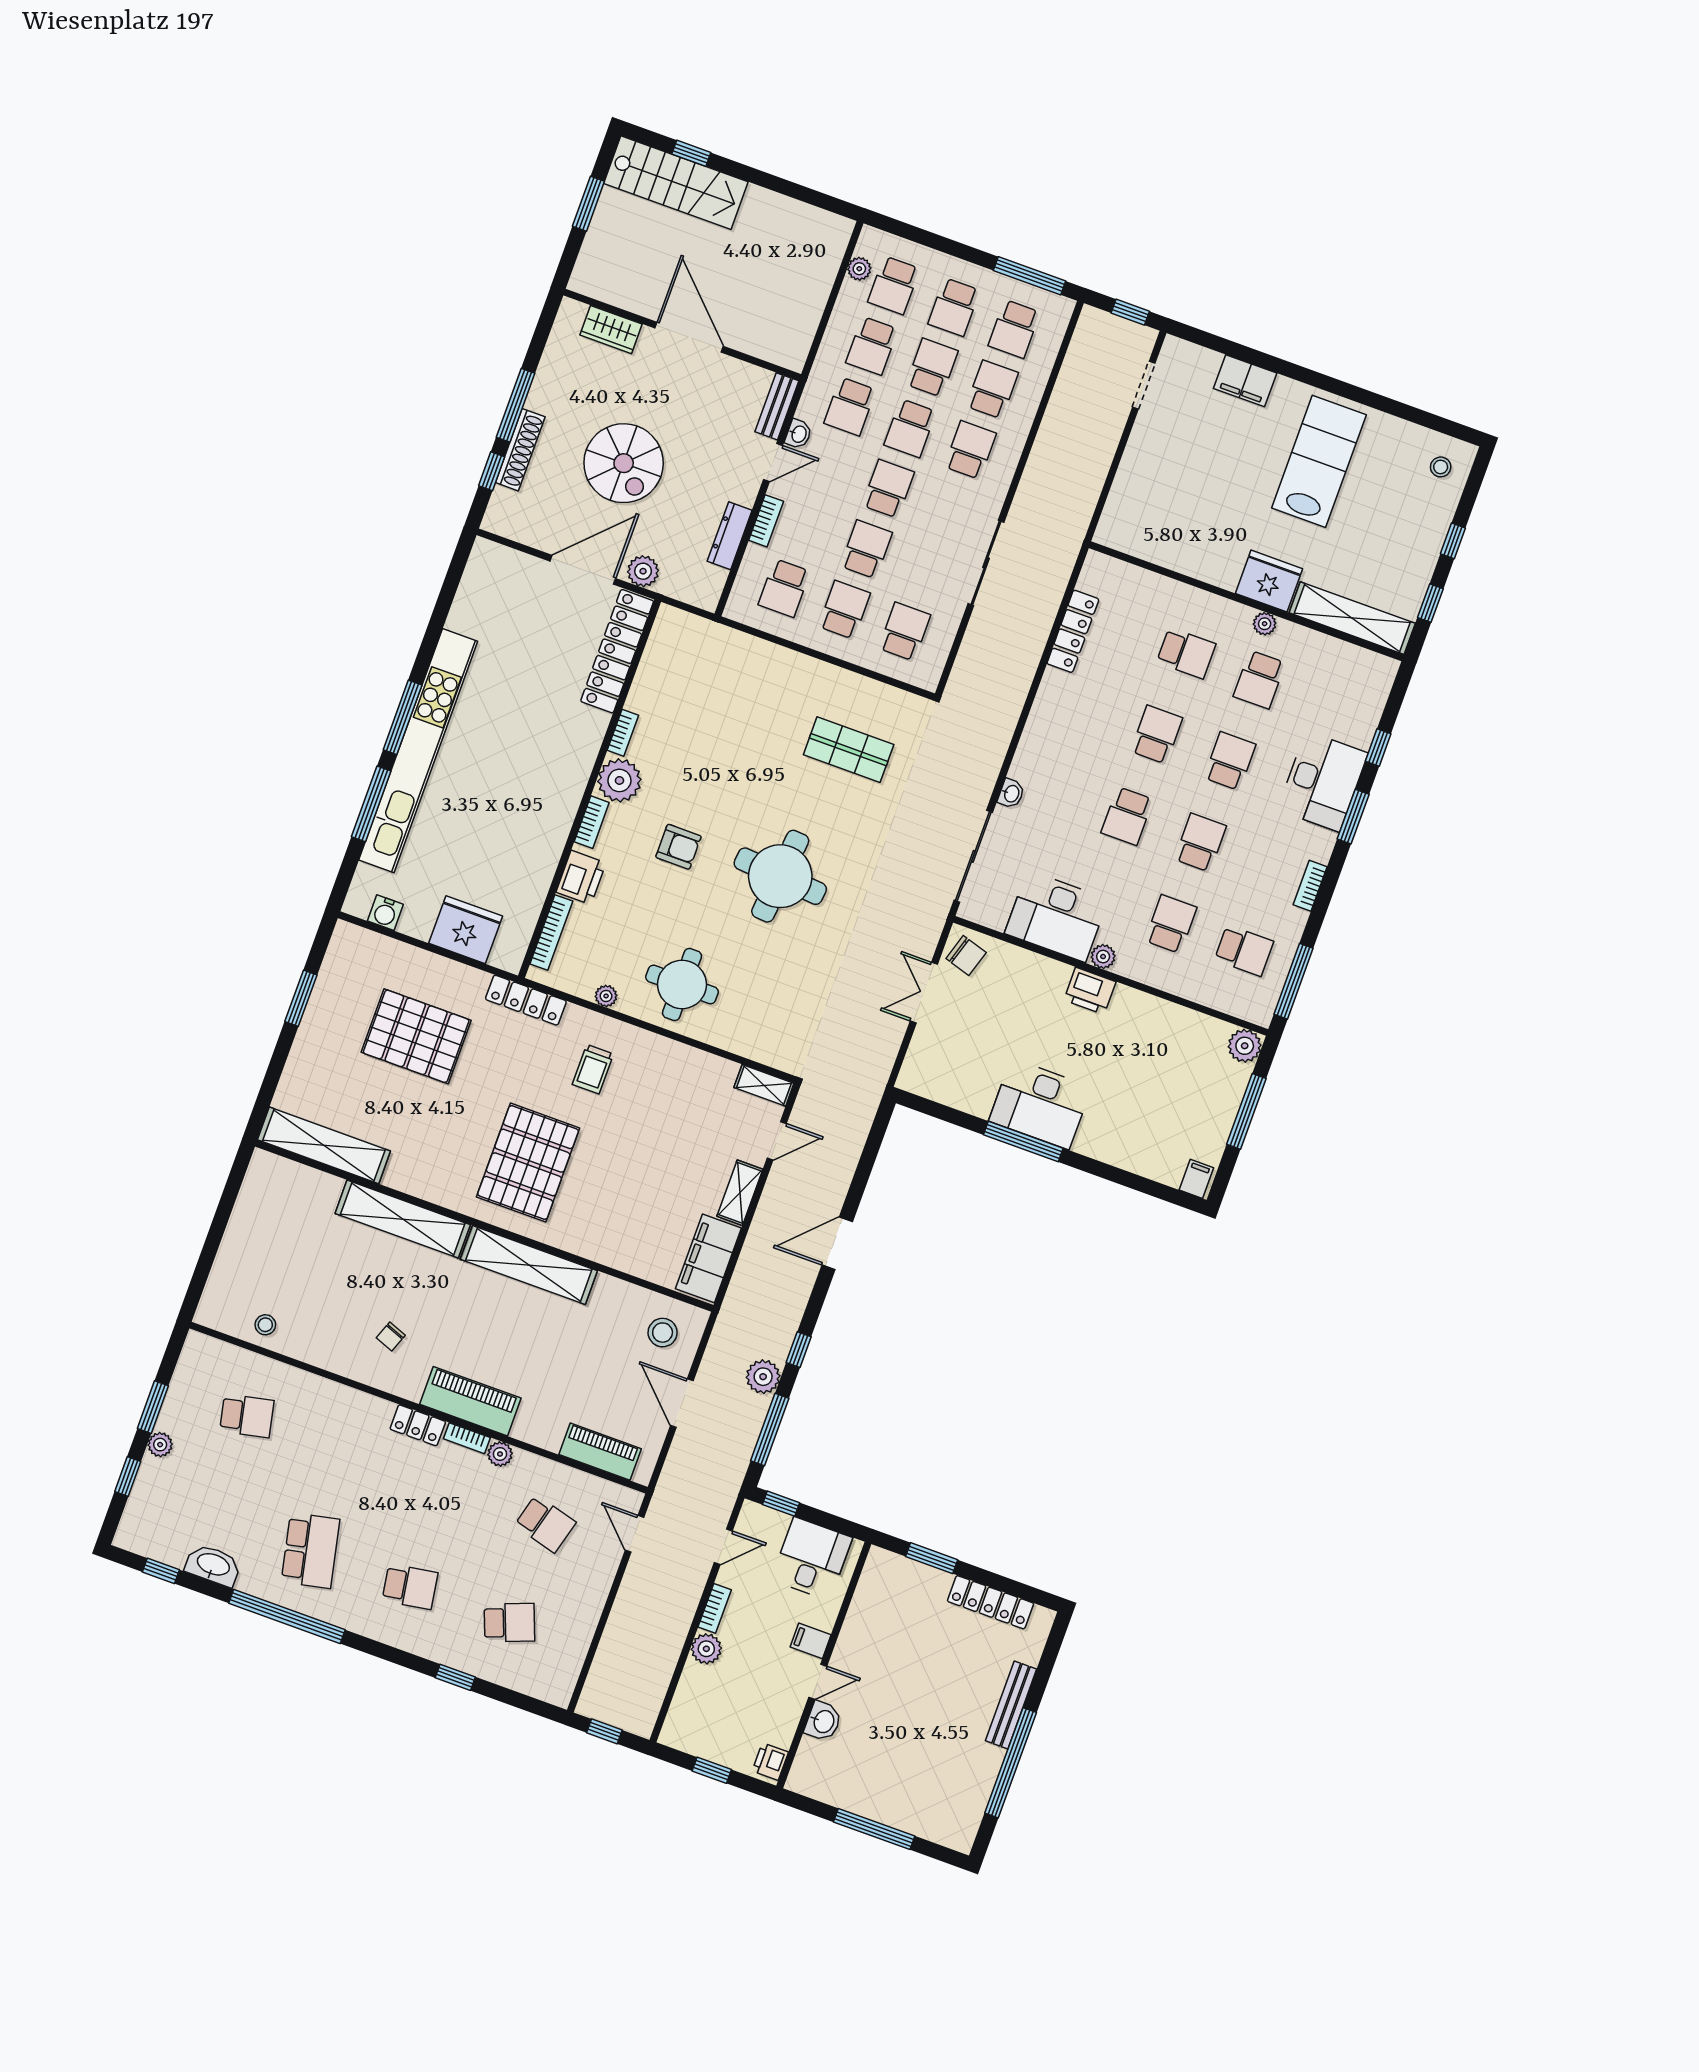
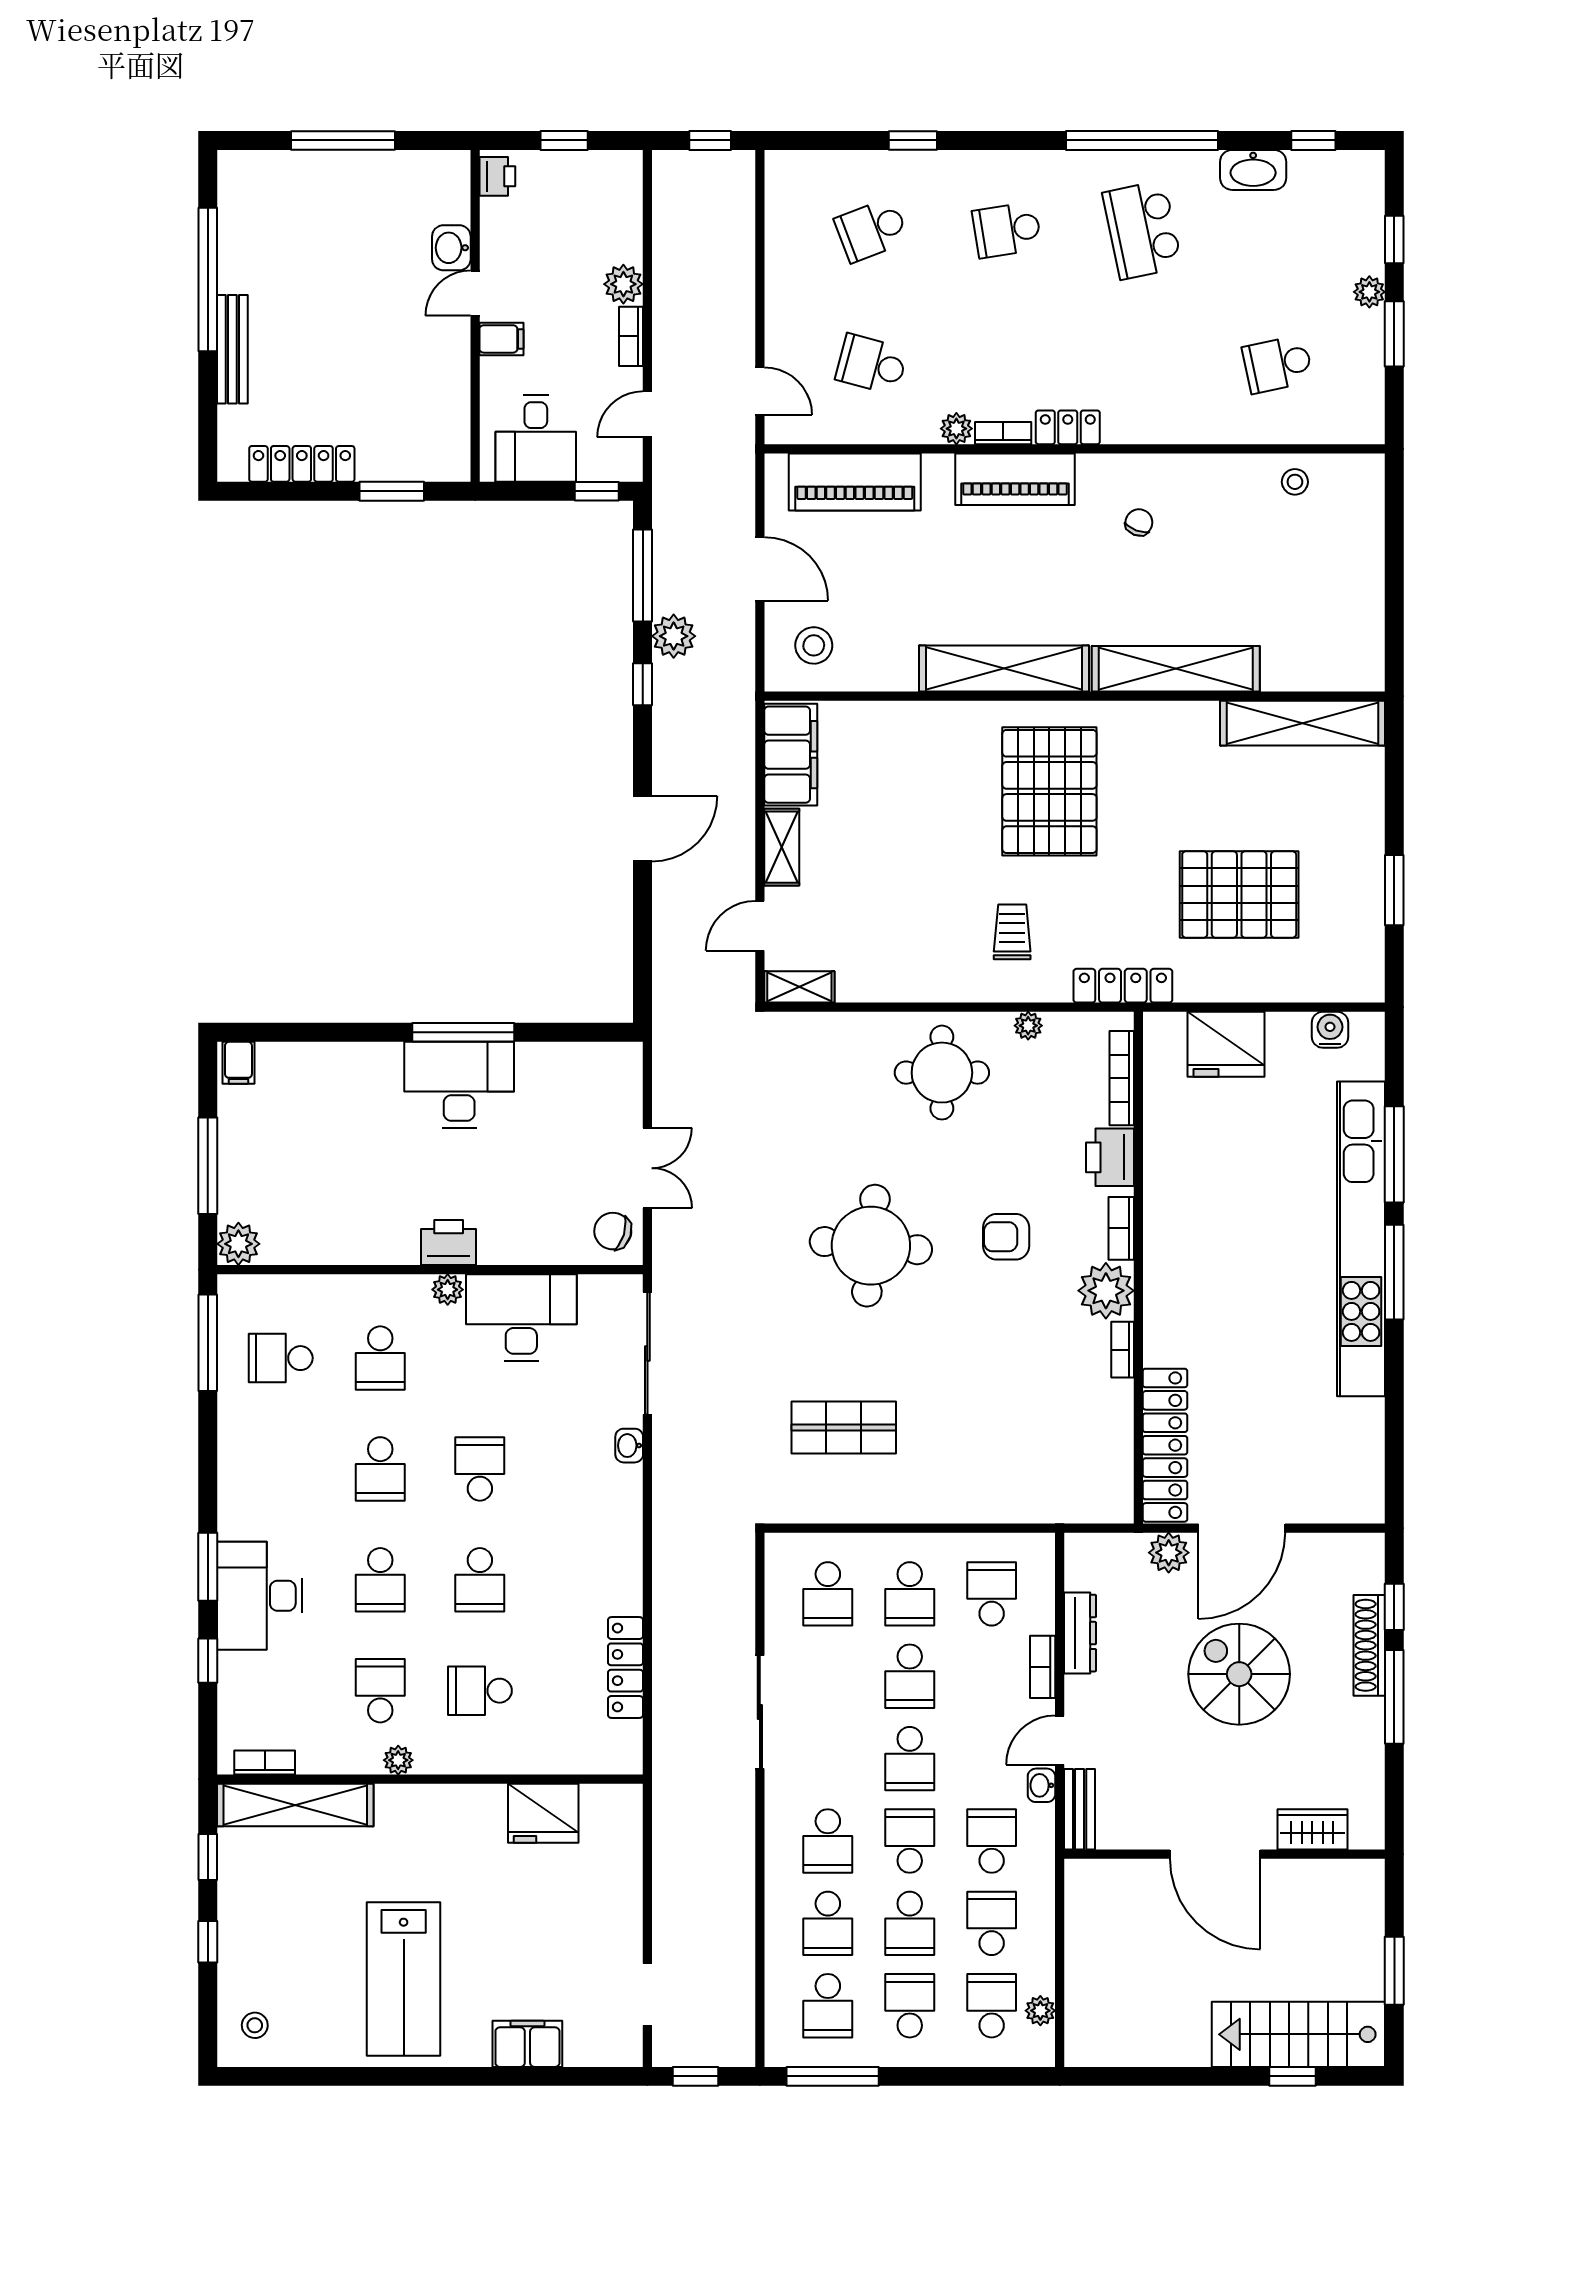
school desk: (1014, 329) -> (828, 2006), turned 180
fridge: (1269, 581) -> (543, 1813), moved
bookcase: (1310, 886) -> (265, 1763), moved, turned -90
piano: (600, 1452) -> (855, 482), width x1.37, depth x1.33

